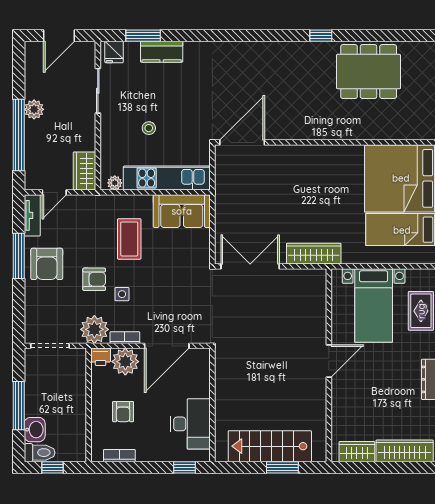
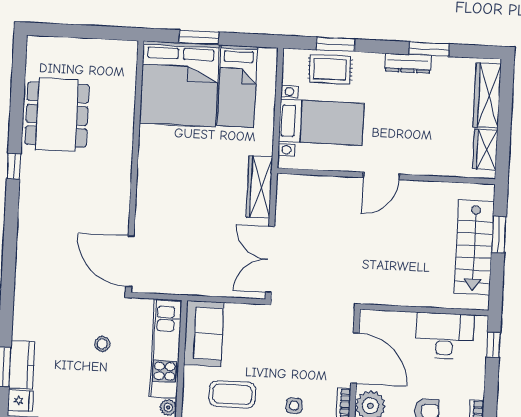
kitchen counter: (162, 52) -> (22, 365), moved
stool: (149, 128) -> (102, 344), moved
door: (329, 361) -> (381, 176), swing flipped

